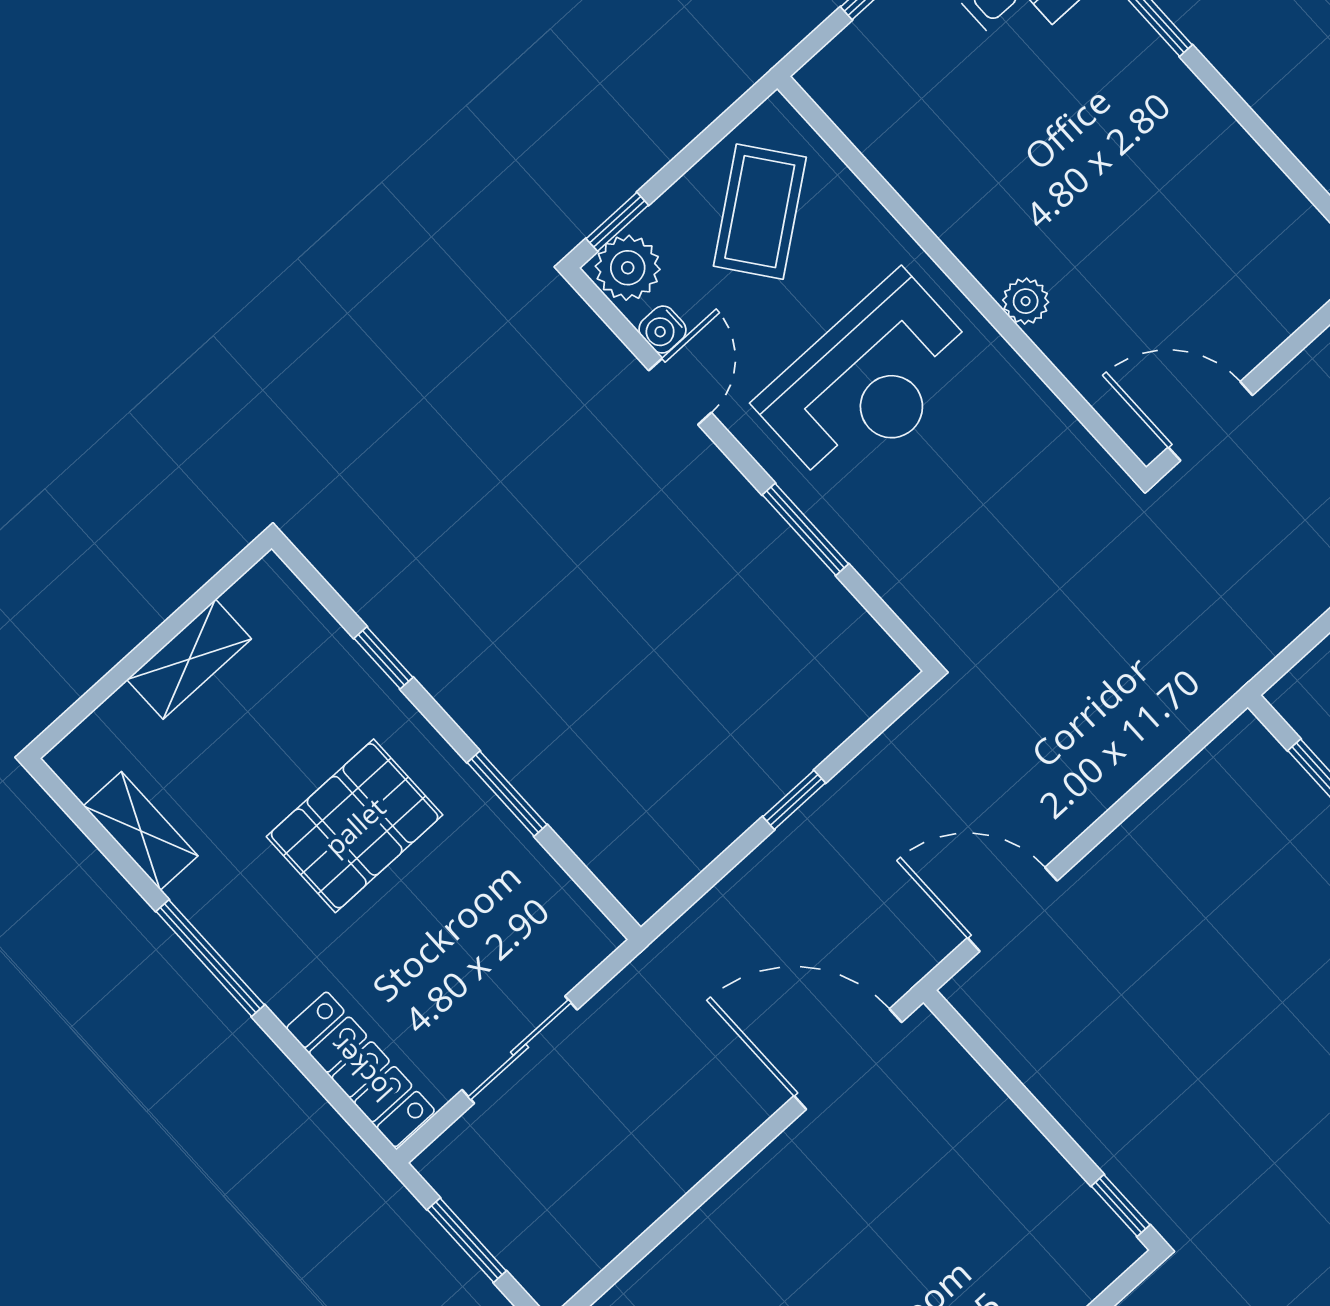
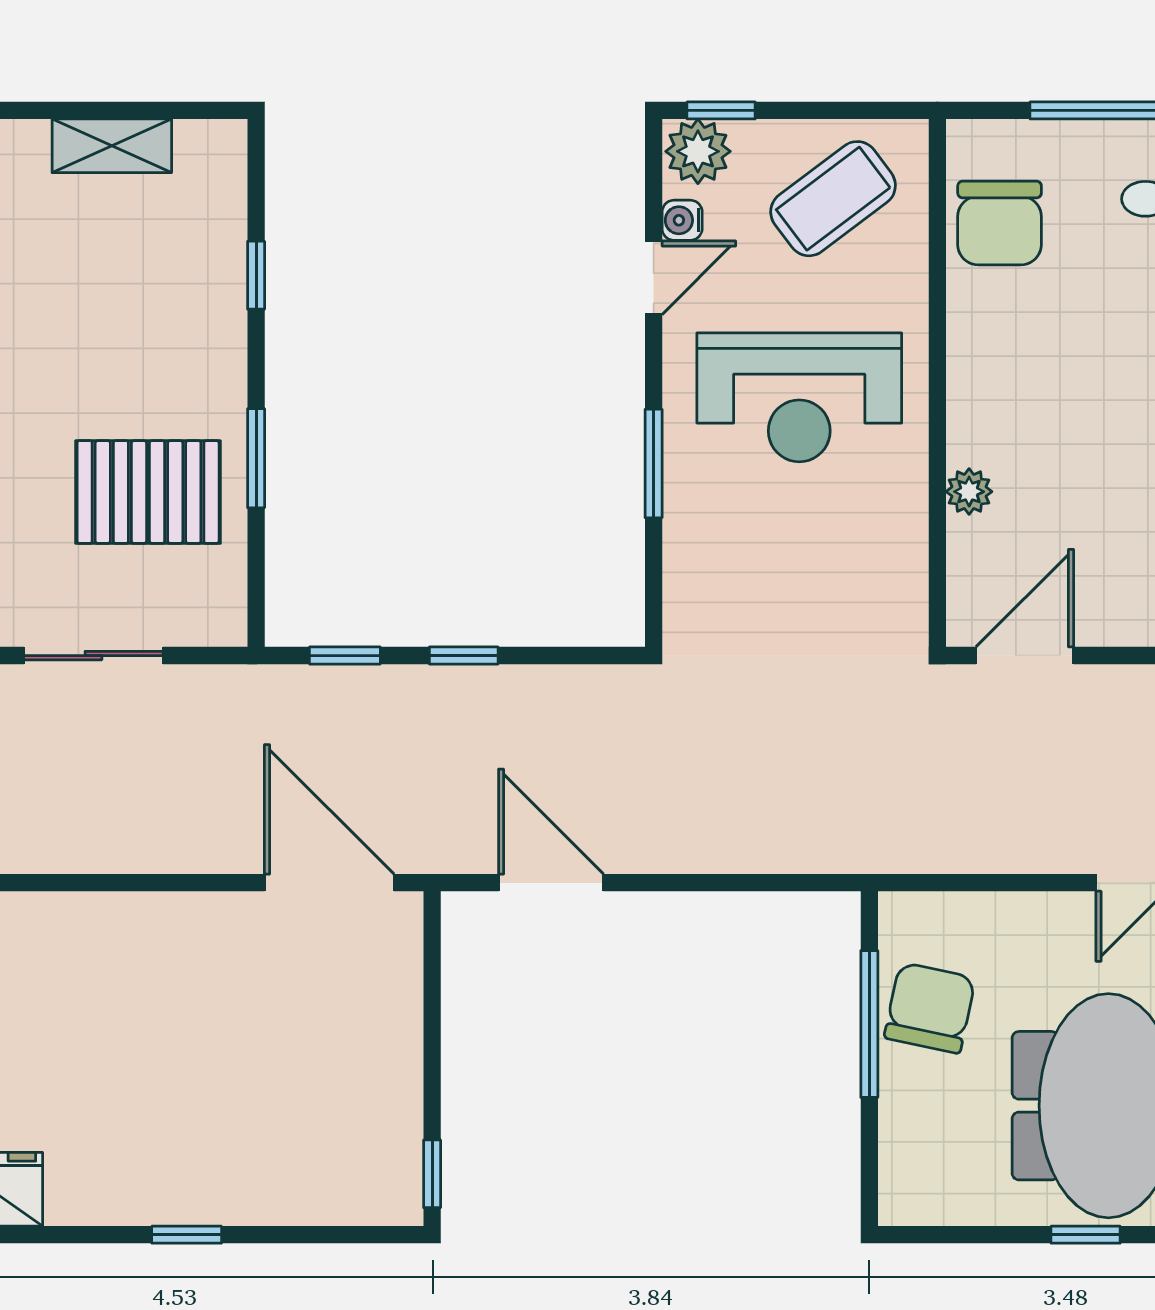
chair: (900, 117) -> (1000, 223), added
plant: (1026, 301) -> (969, 492), moved
door: (1210, 421) -> (1025, 656), hinge flipped
pallet: (355, 826) -> (148, 492), moved
window: (706, 880) -> (345, 656), added

